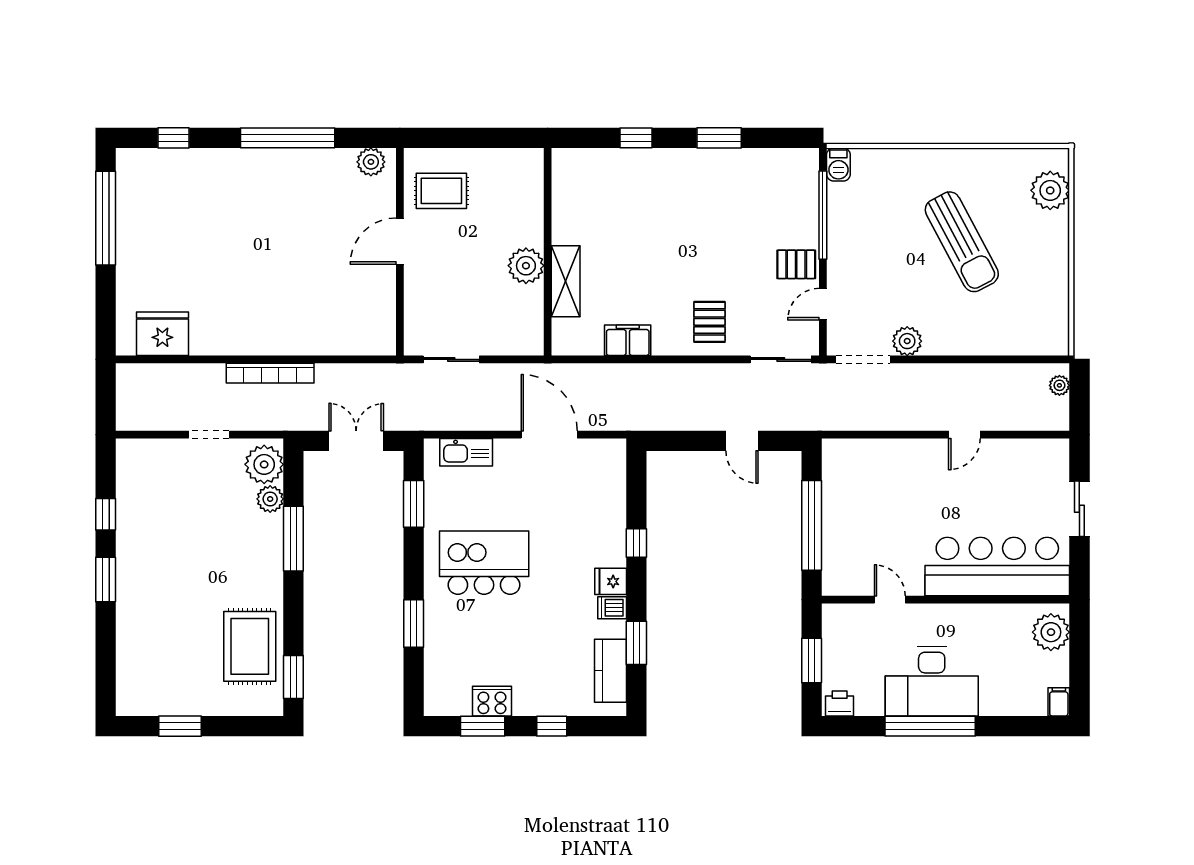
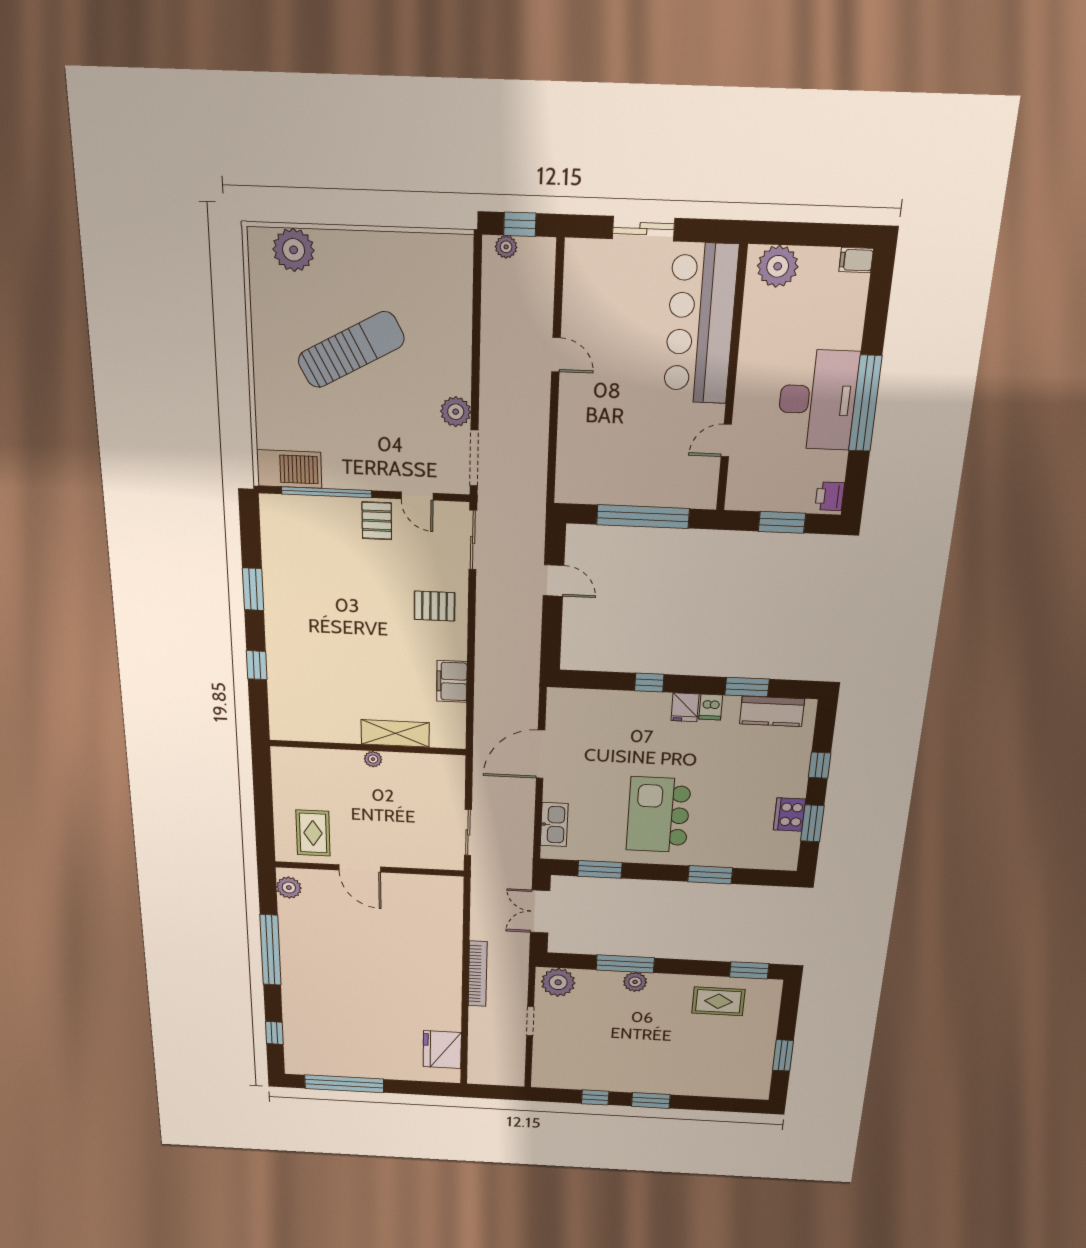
barbecue: (838, 164) -> (289, 469), width x1.88, depth x1.53
plant: (526, 266) -> (373, 759), width x0.53, depth x0.53
window: (1079, 397) -> (520, 224), added
door: (742, 441) -> (554, 581), hinge flipped
plant: (270, 499) -> (635, 982), moved
rug: (250, 646) -> (718, 1001), width x0.73, depth x0.70

